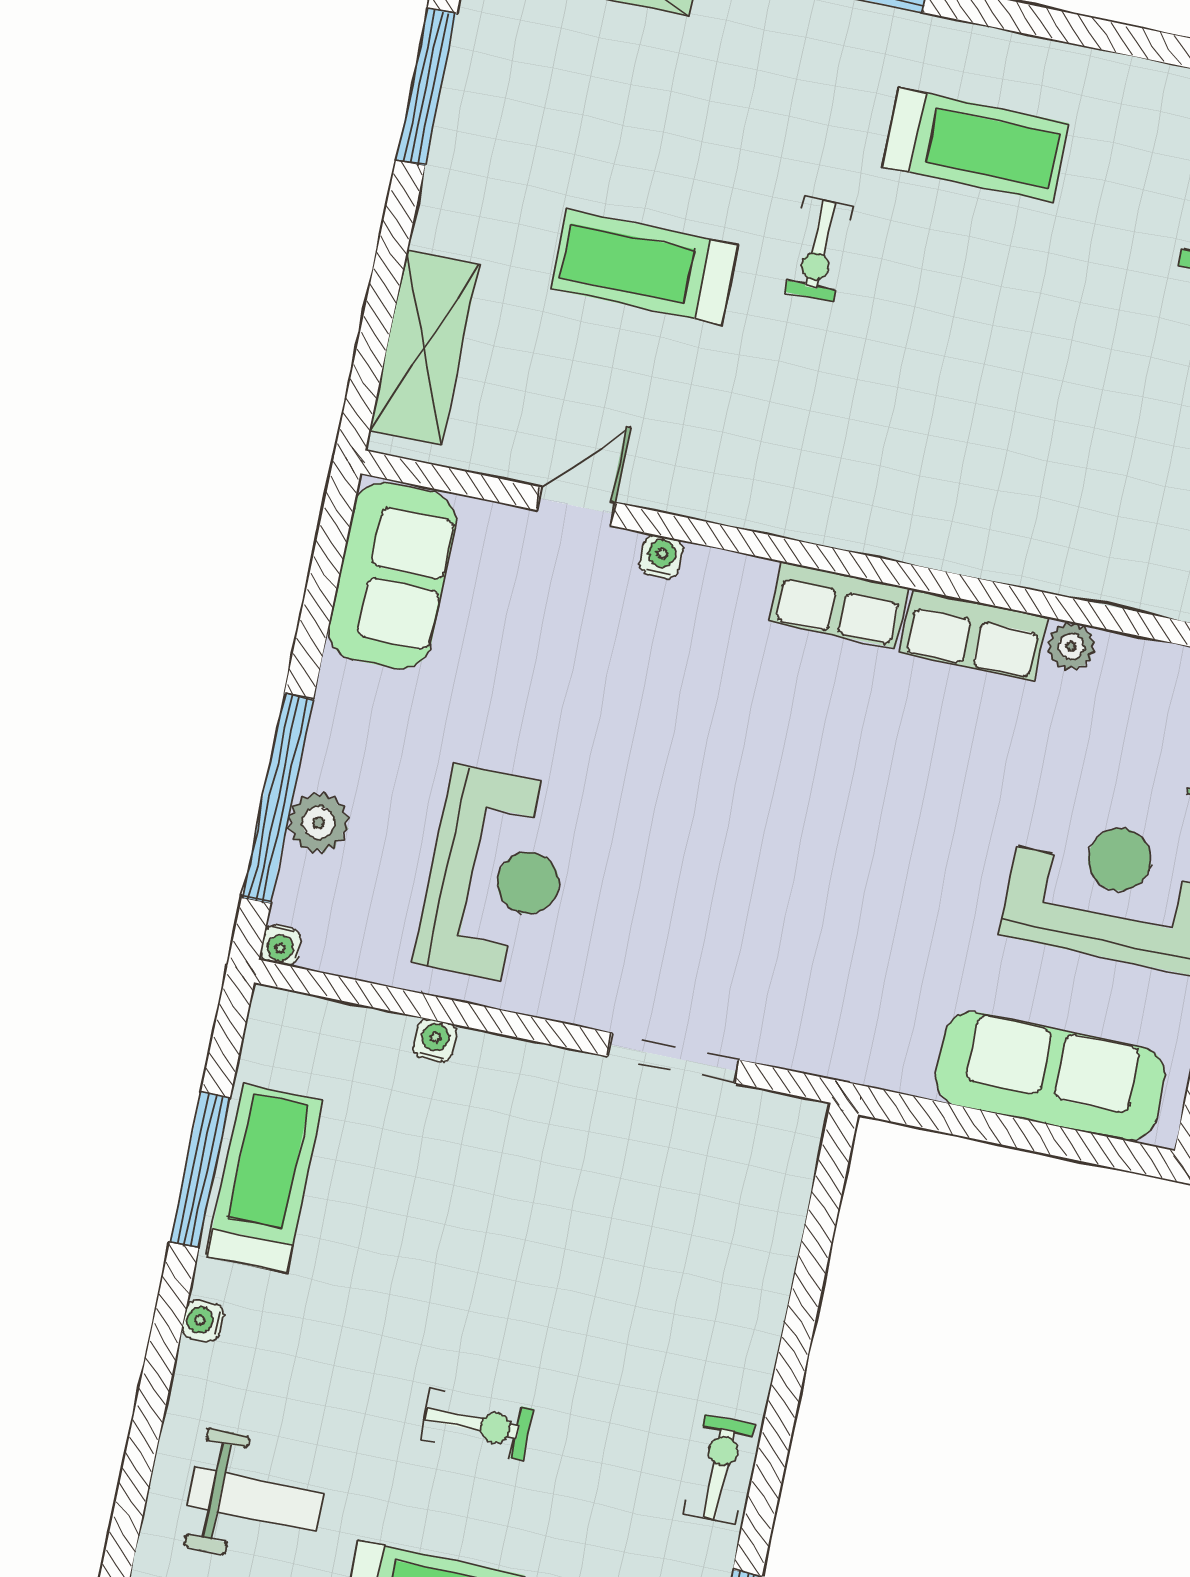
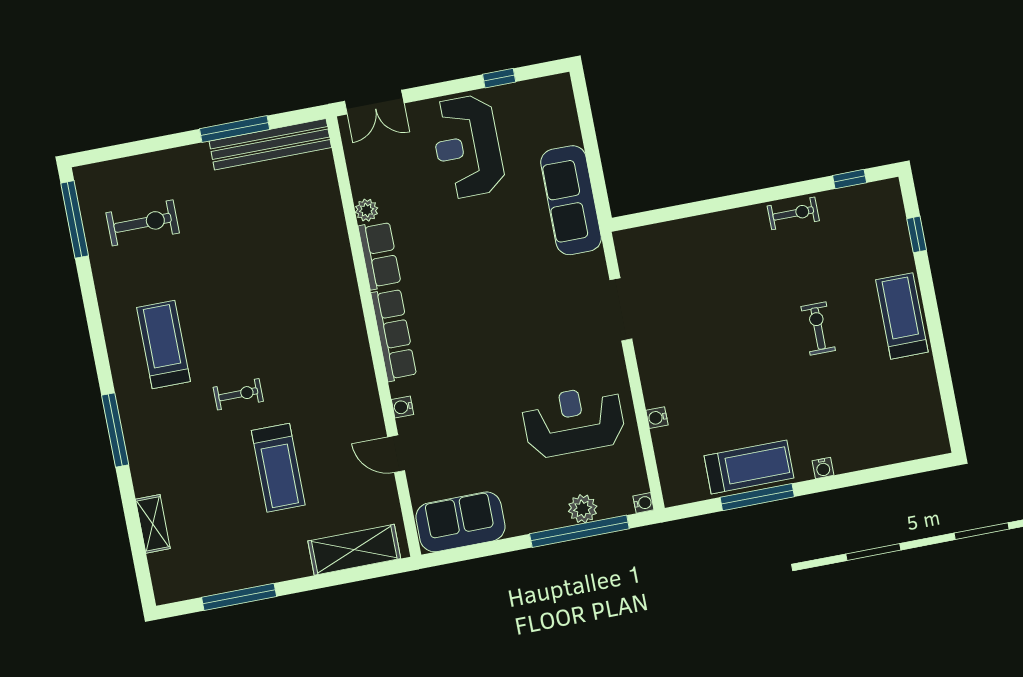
row of seats: (839, 605) -> (394, 335), width x1.48
sofa: (1050, 1076) -> (571, 200), moved
treadmill: (265, 1178) -> (749, 467), turned 180
exercise bike: (720, 1469) -> (793, 213), turned 180
weight bench: (256, 1499) -> (892, 412), removed

